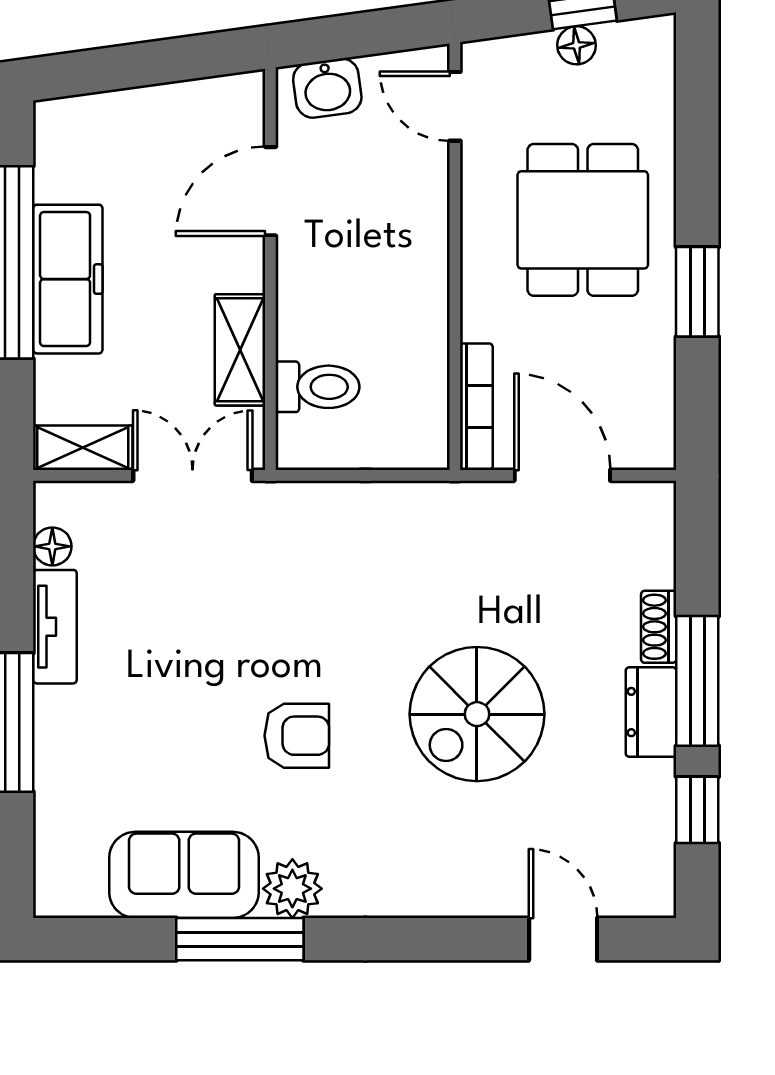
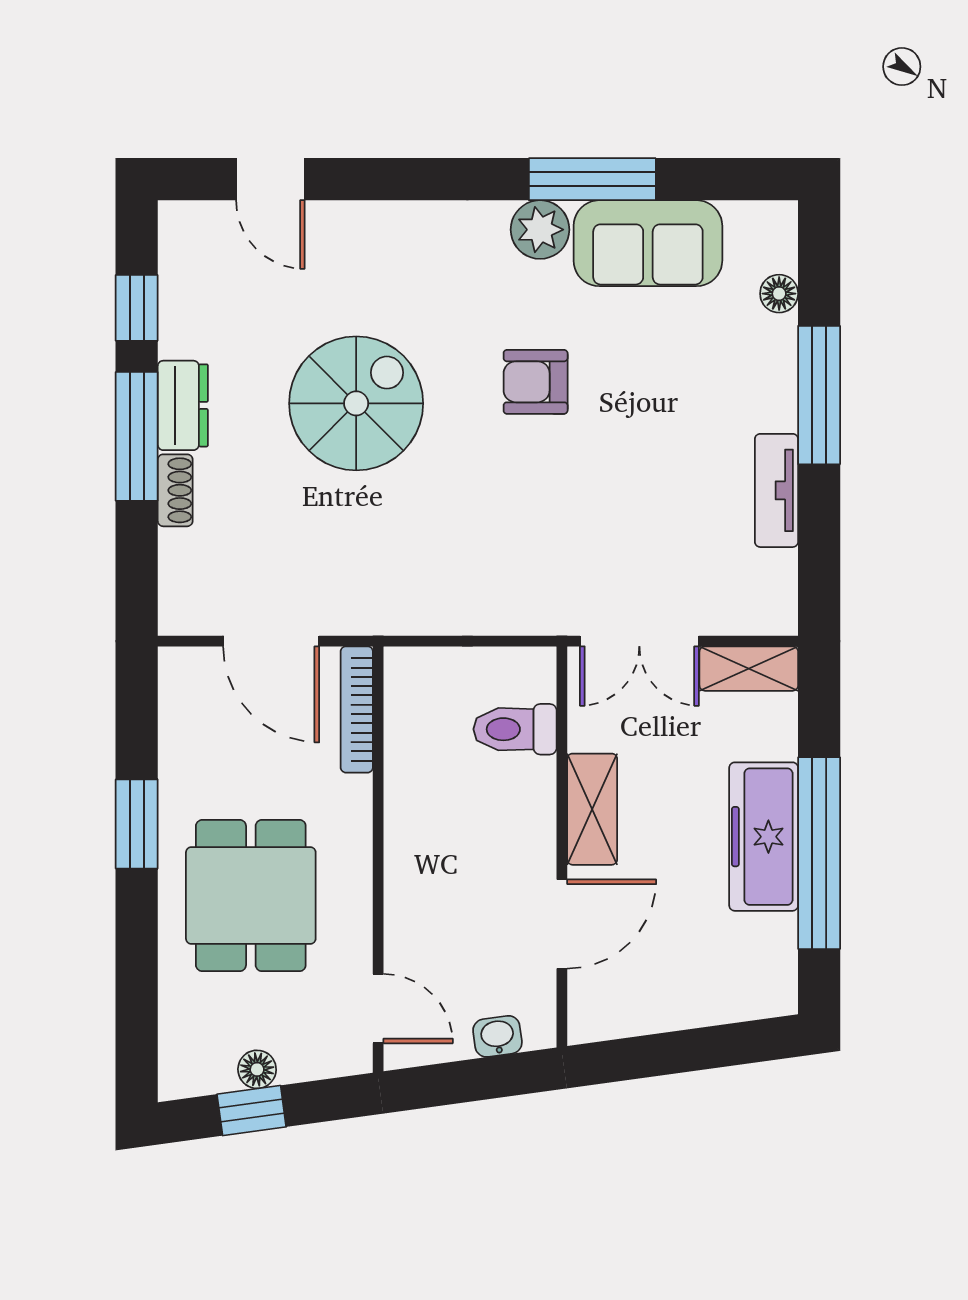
washbasin: (327, 88) -> (497, 1036), width x0.72, depth x0.69
shelving: (240, 350) -> (592, 809), moved
floor lamp: (52, 546) -> (779, 294), moved

